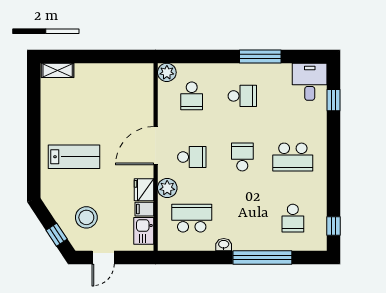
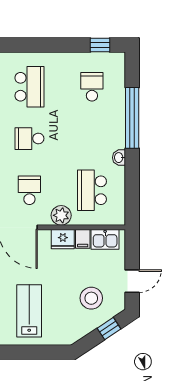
school desk: (293, 218) -> (92, 87), turned -90
door: (103, 257) -> (132, 281), hinge flipped

